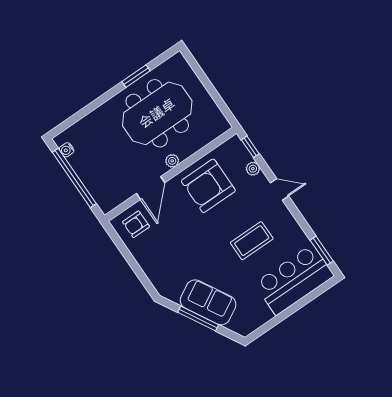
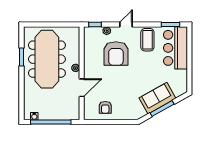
meeting table: (157, 113) -> (47, 59), width x1.36
armchair: (208, 186) -> (116, 54), moved
door: (151, 188) -> (82, 88), hinge flipped
armchair: (136, 224) -> (105, 107), moved
coffee table: (252, 241) -> (147, 40), moved

